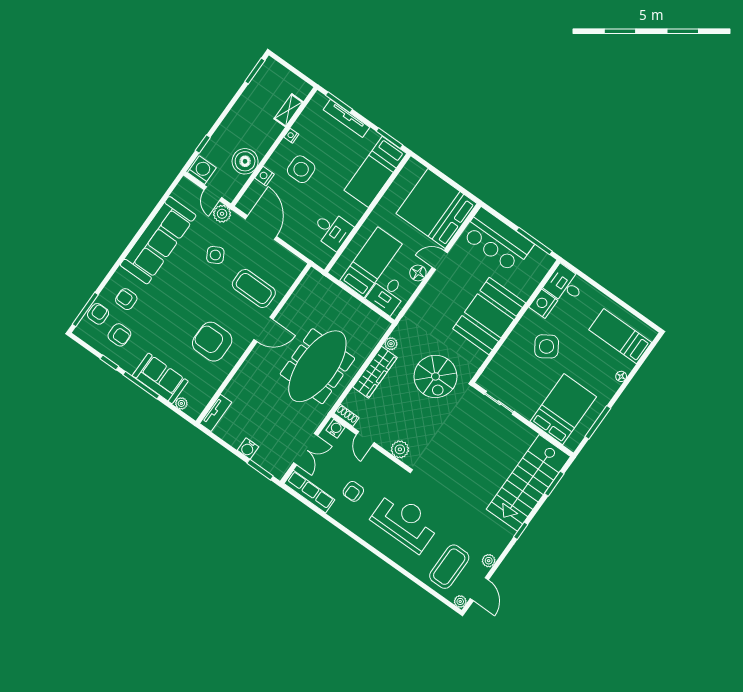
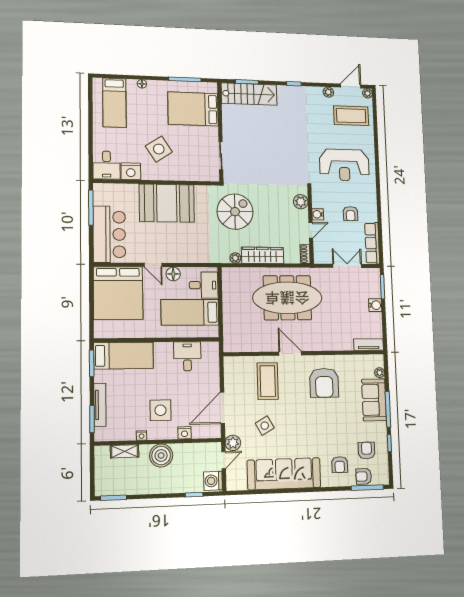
boiler: (245, 161) -> (161, 455), moved
water cooler: (336, 429) -> (318, 214), moved
stairs: (528, 483) -> (249, 94), width x0.73, depth x0.66
armchair: (353, 491) -> (351, 214), turned 90
reception desk: (405, 522) -> (344, 165), turned -90

